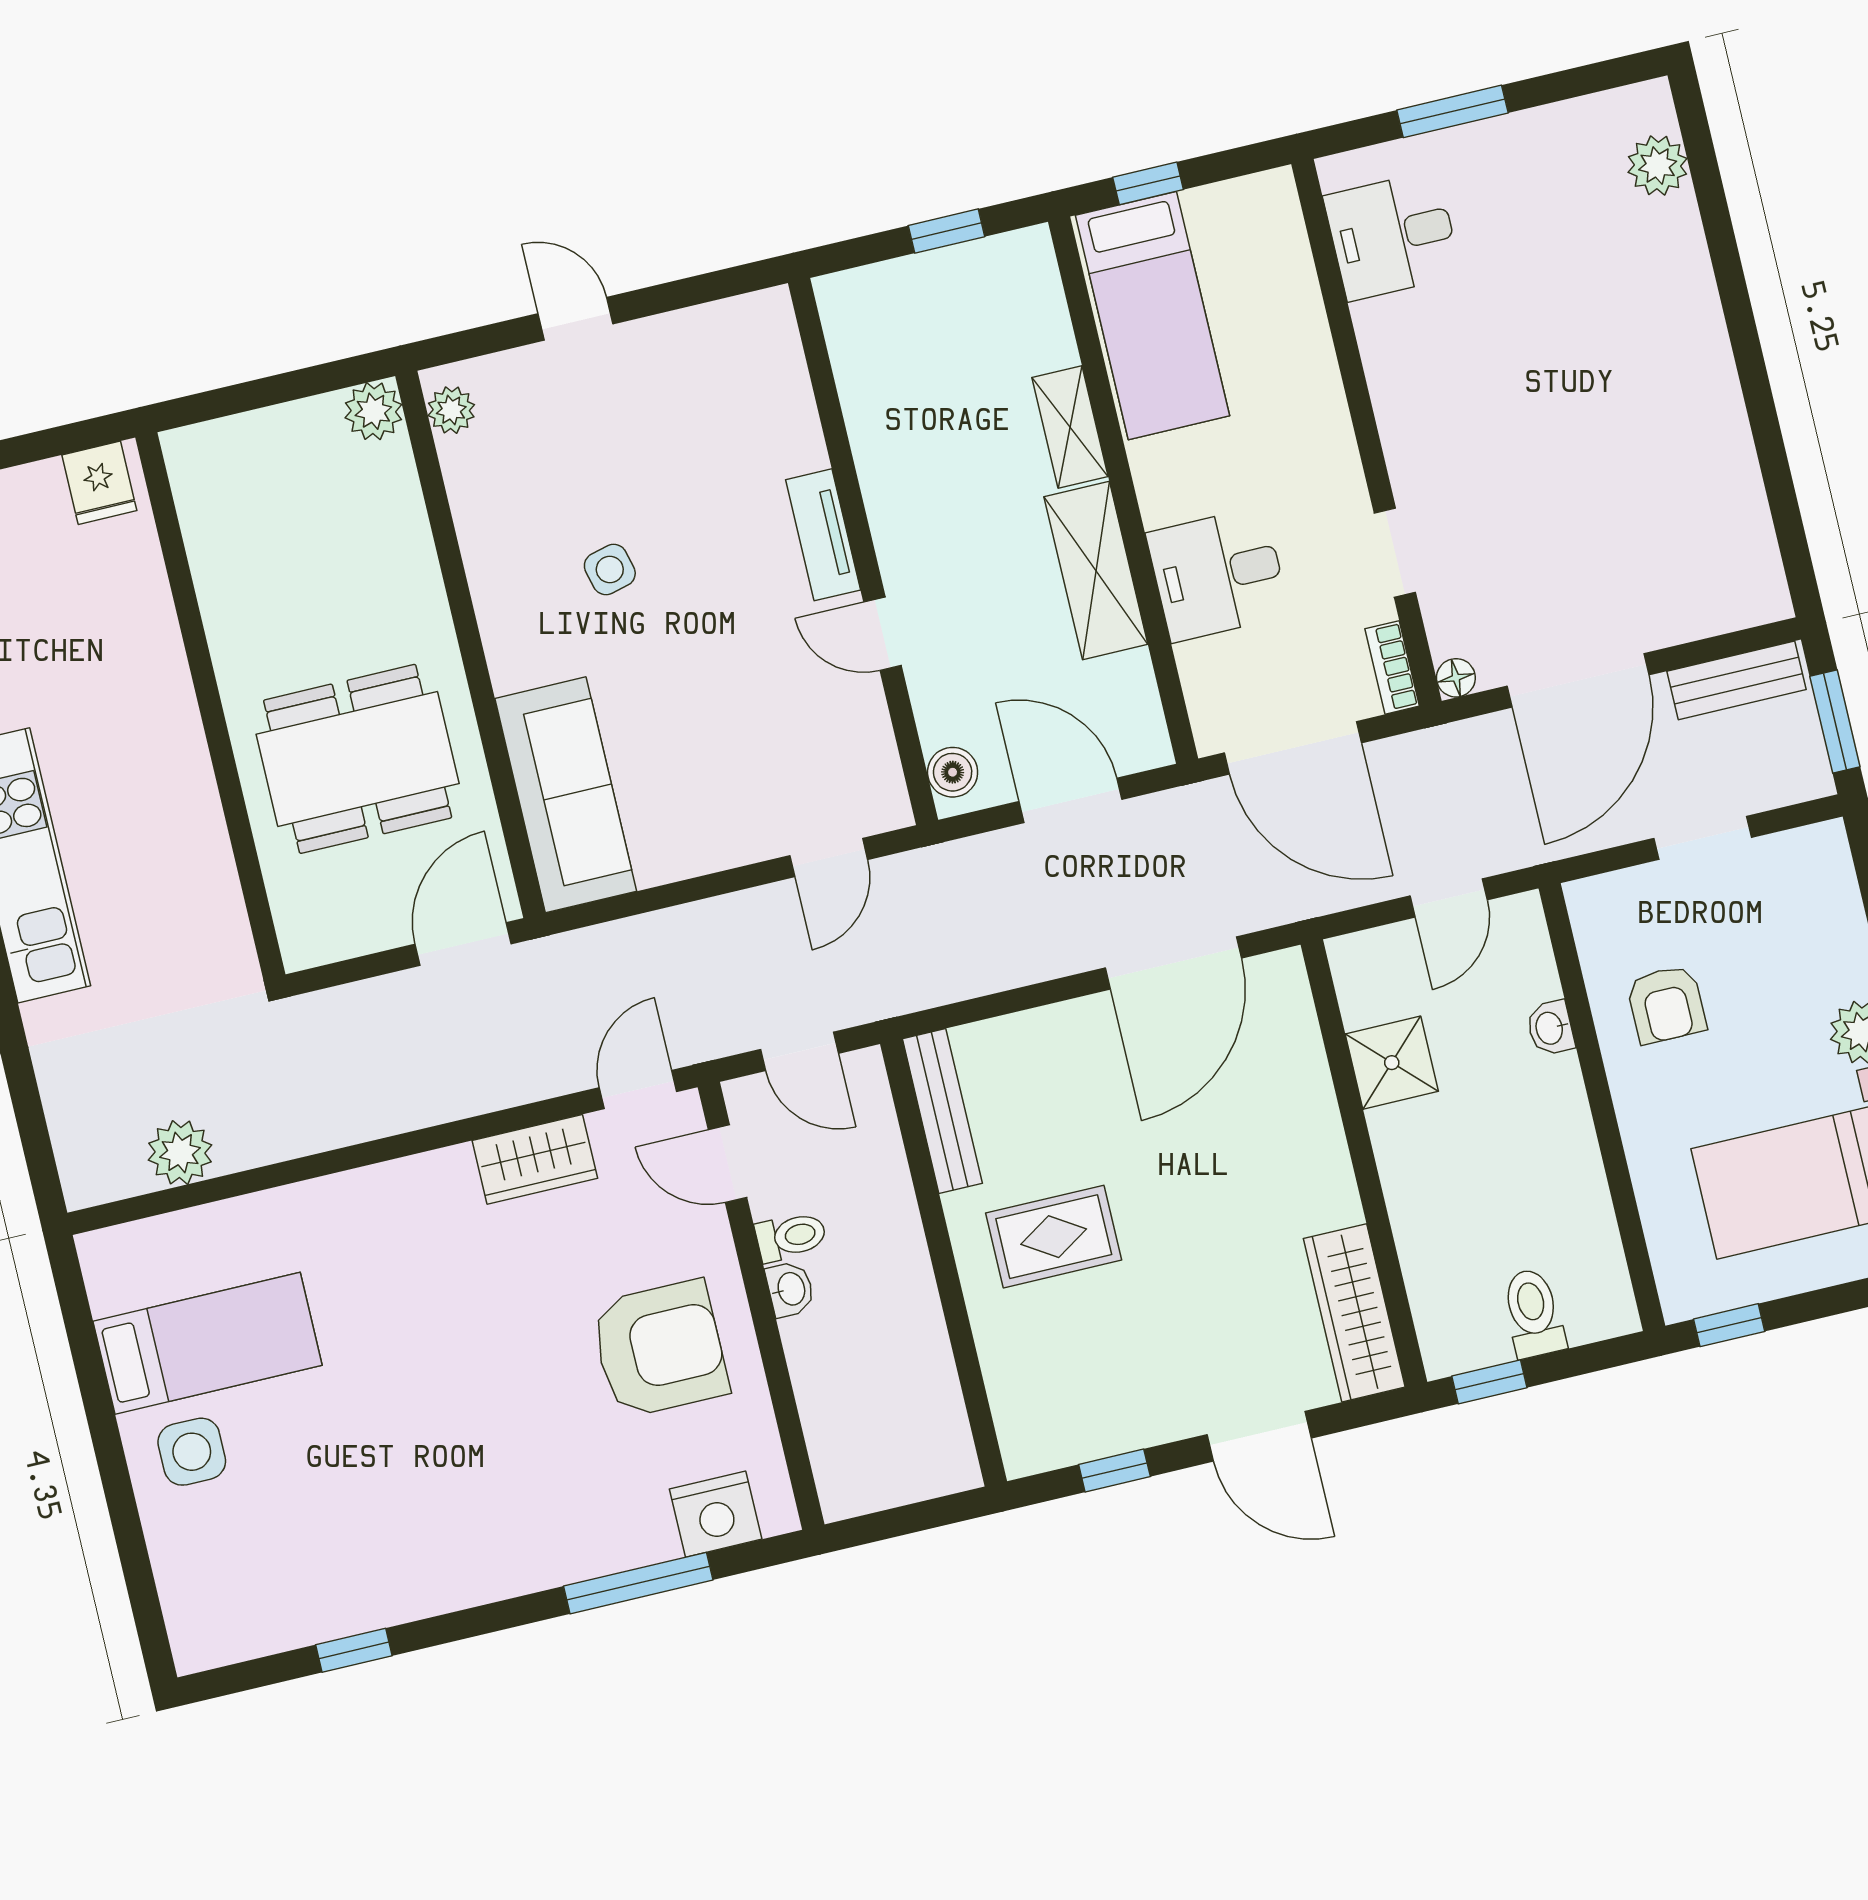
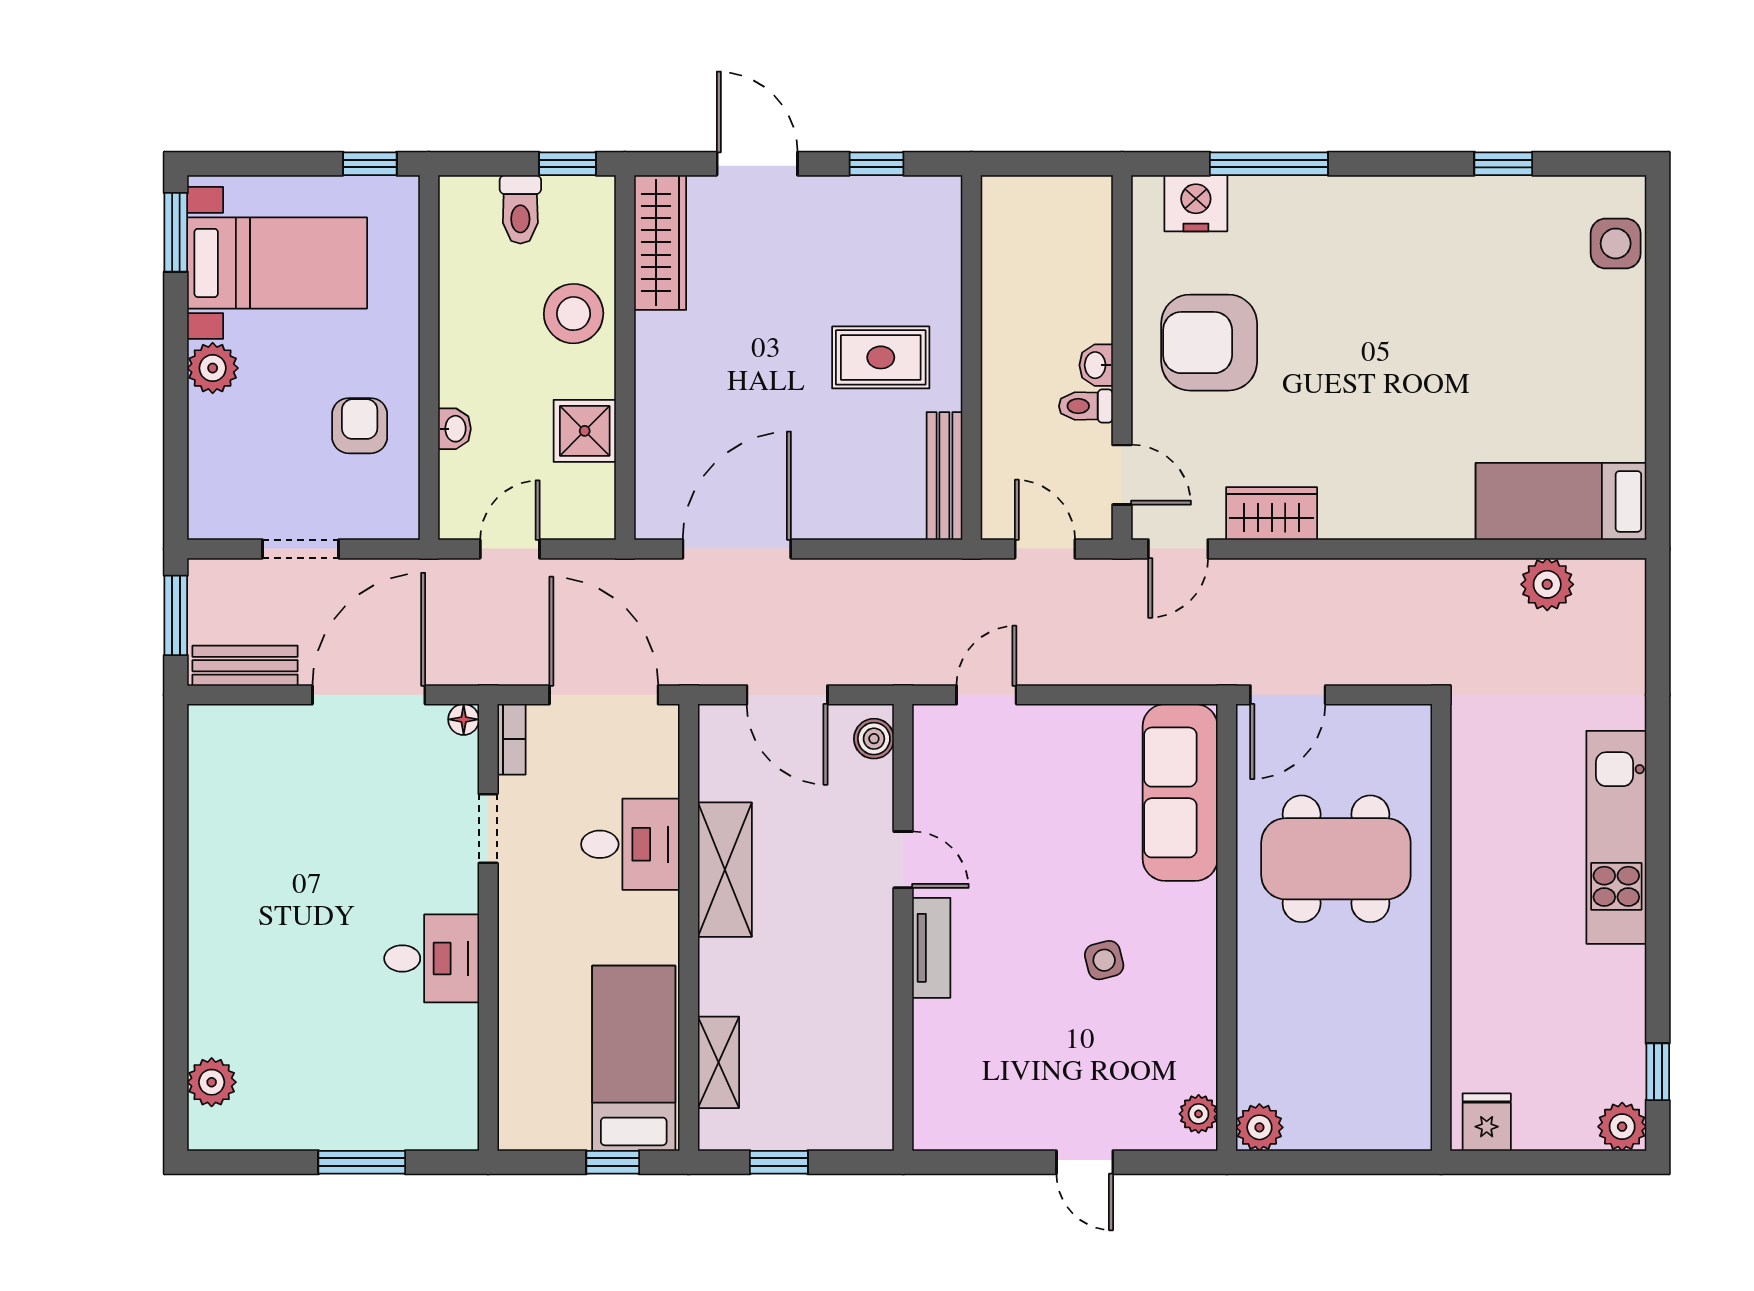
desk: (1392, 236) -> (432, 958), moved
shelving: (1070, 427) -> (719, 1062), moved
stool: (1439, 1202) -> (574, 314), added
bed: (208, 1343) -> (1561, 501), moved
side table: (192, 1452) -> (1616, 243), moved

